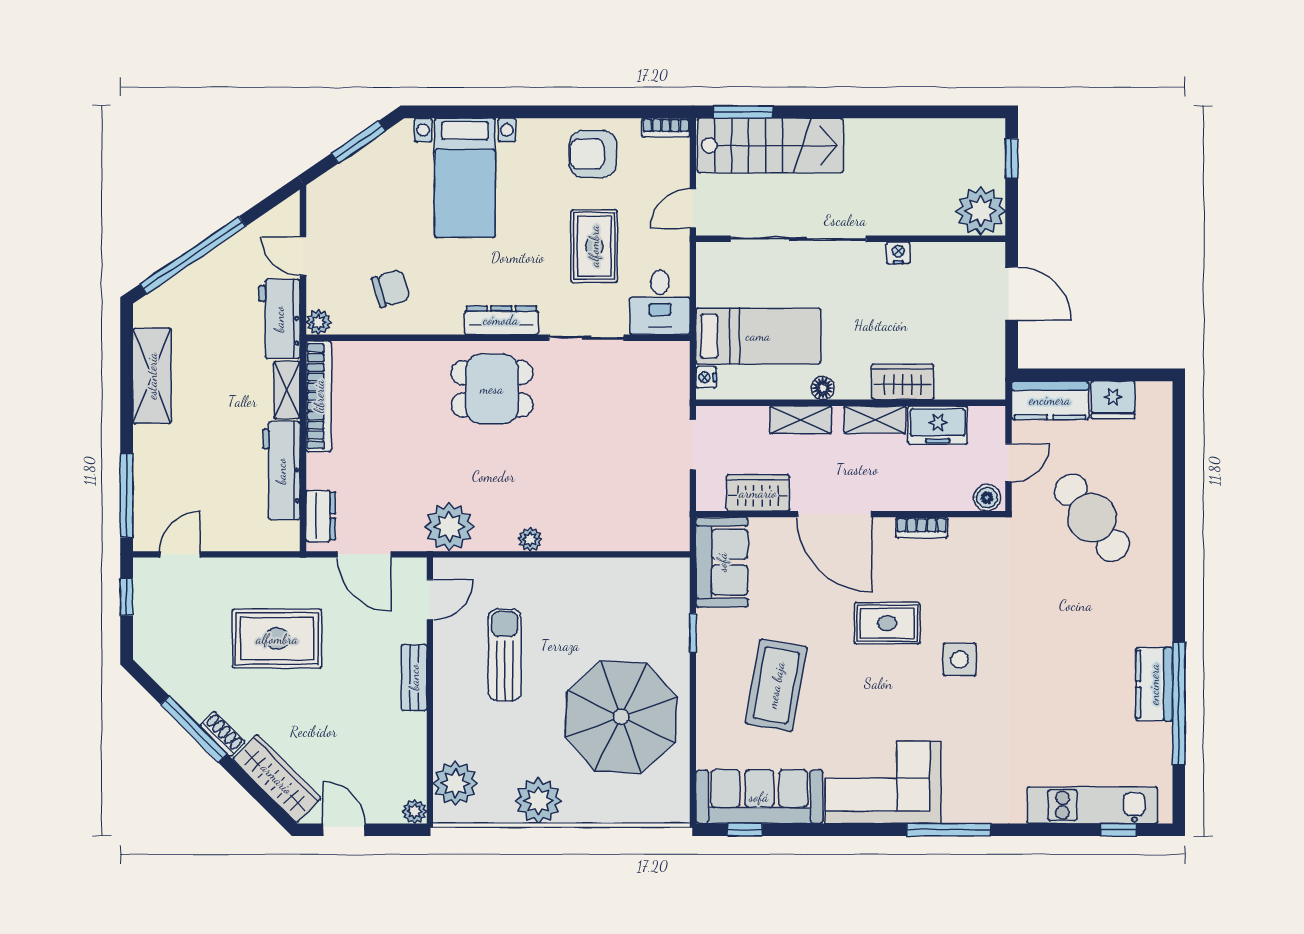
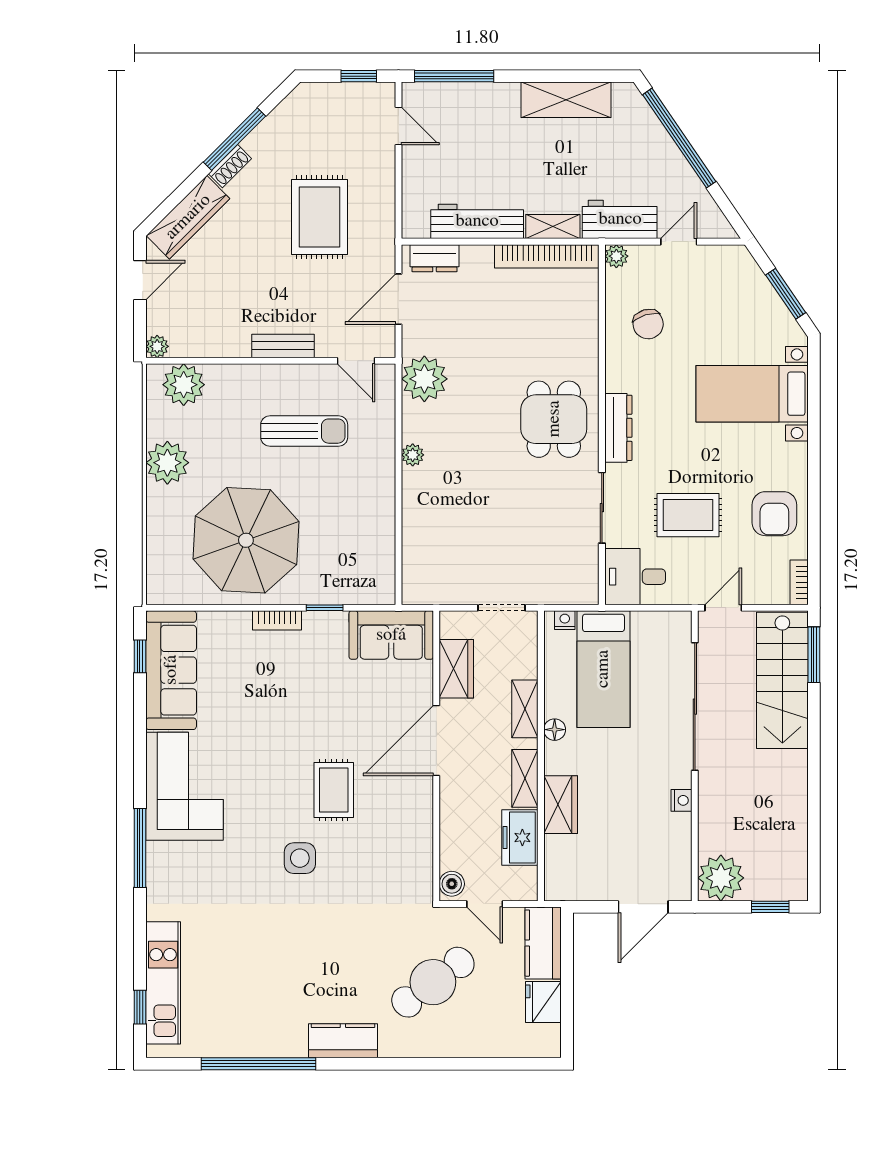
armchair: (593, 154) -> (774, 514), turned 180
door: (693, 208) -> (723, 608), hinge flipped
bookcase: (922, 528) -> (277, 620), moved, turned -90
kitchen counter: (1154, 684) -> (343, 1041), moved
coffee table: (776, 685) -> (276, 686), removed

